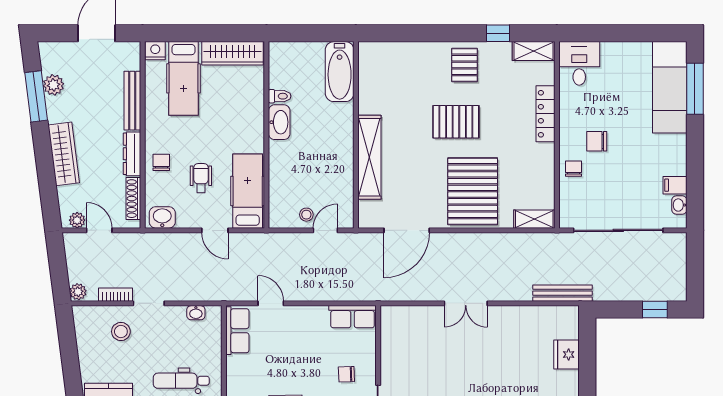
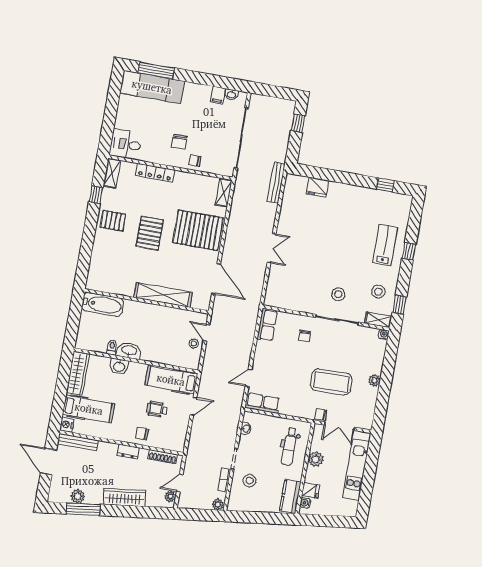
bench: (132, 101) -> (78, 442), moved
dresser: (132, 154) -> (128, 451), width x0.70
washbasin: (162, 217) -> (119, 366), moved, turned -90

